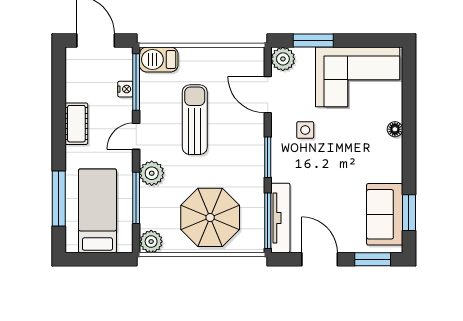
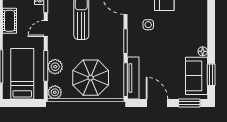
floor lamp: (395, 129) -> (203, 51), moved
plant: (152, 173) -> (55, 67), moved

